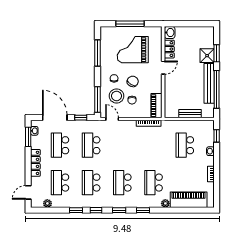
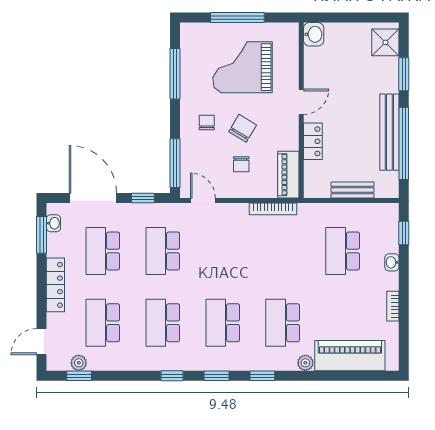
locker: (169, 49) -> (313, 141), moved
shower: (207, 56) -> (385, 42), moved
stool: (117, 96) -> (212, 156), removed
window: (76, 210) -> (79, 376), moved

